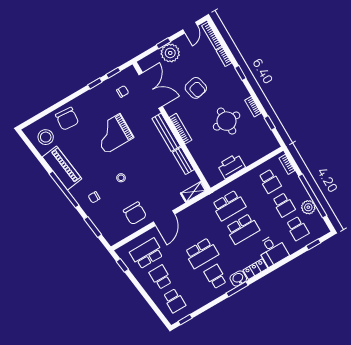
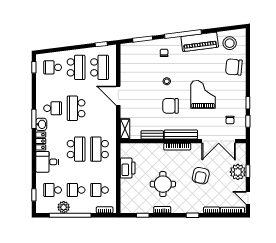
armchair: (196, 88) -> (201, 176), turned -65
chair: (135, 213) -> (171, 106), moved
school desk: (243, 229) -> (76, 149), turned 180
school desk: (161, 277) -> (76, 67), width x1.85

